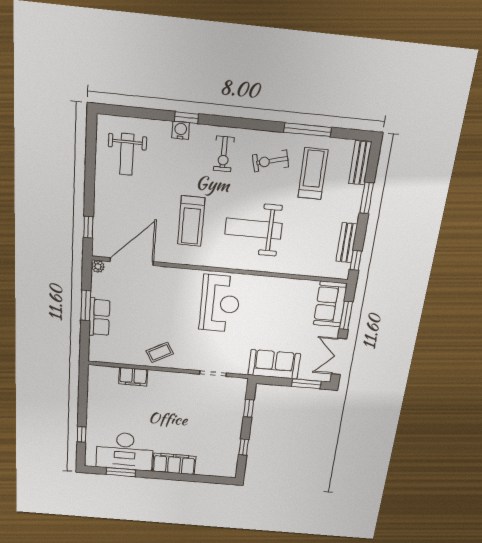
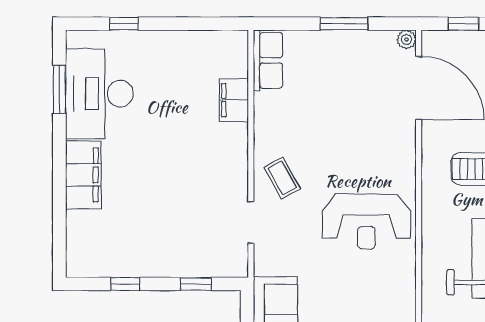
row of seats: (99, 317) -> (268, 60), moved, turned -90
coffee table: (160, 352) -> (282, 178), moved

